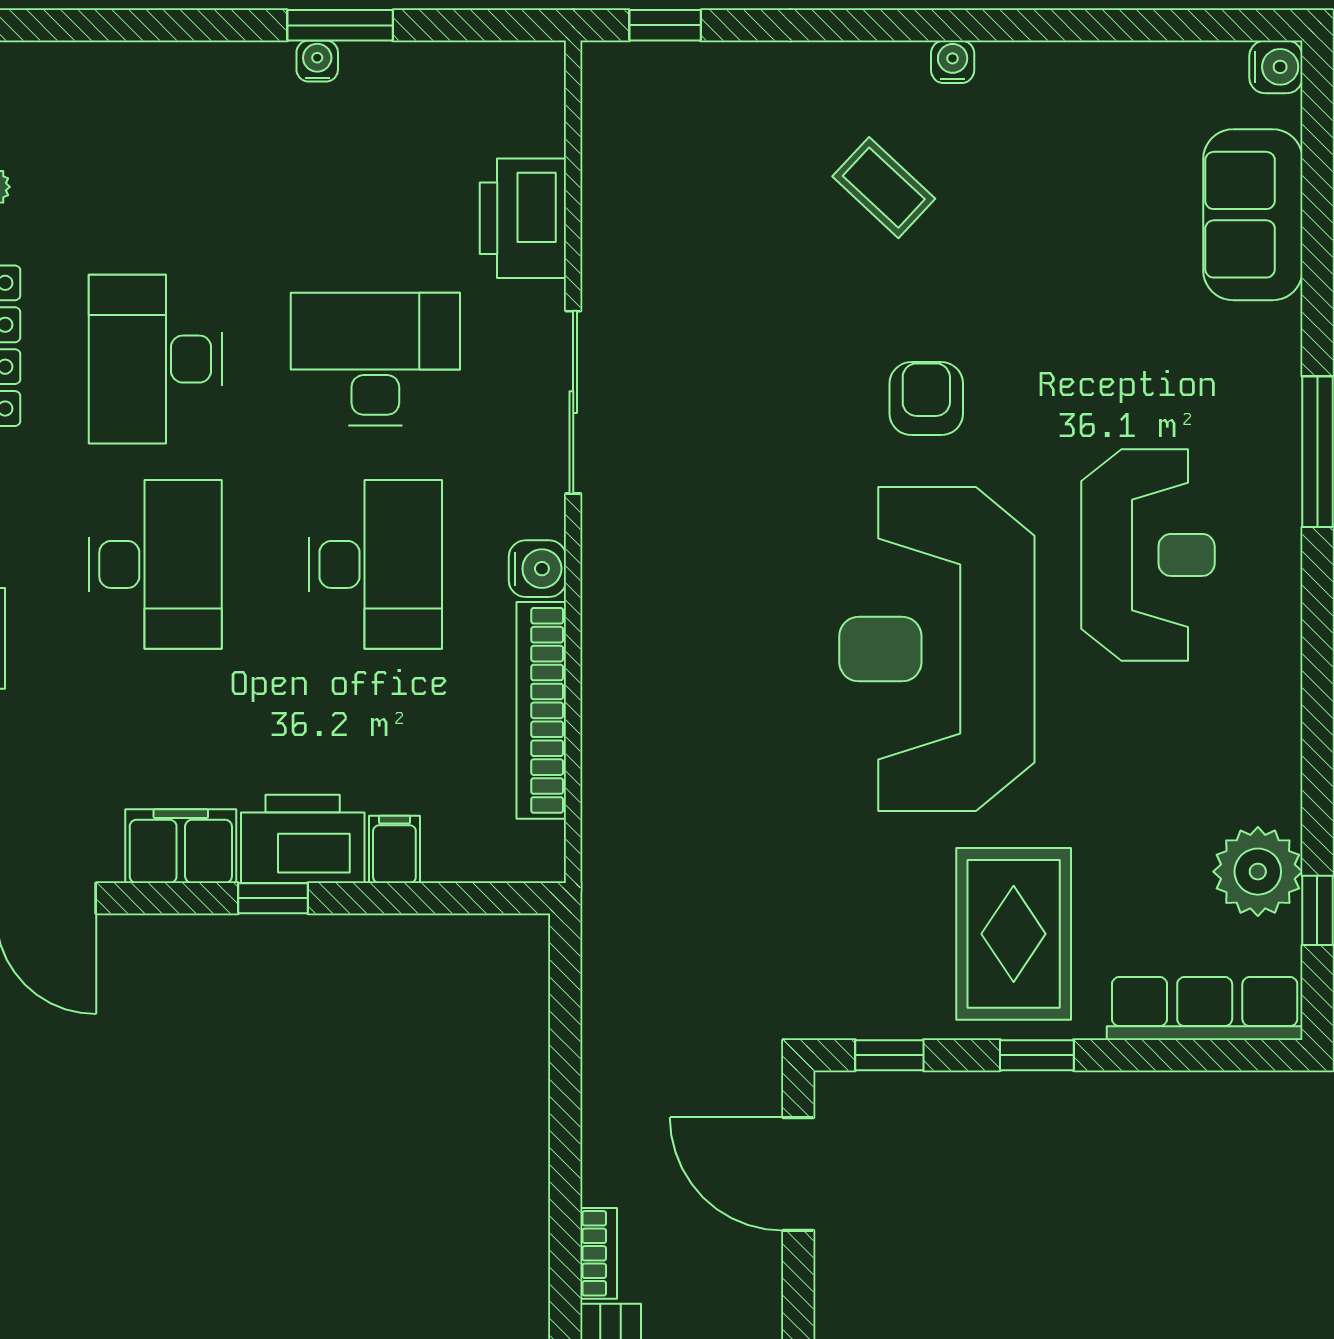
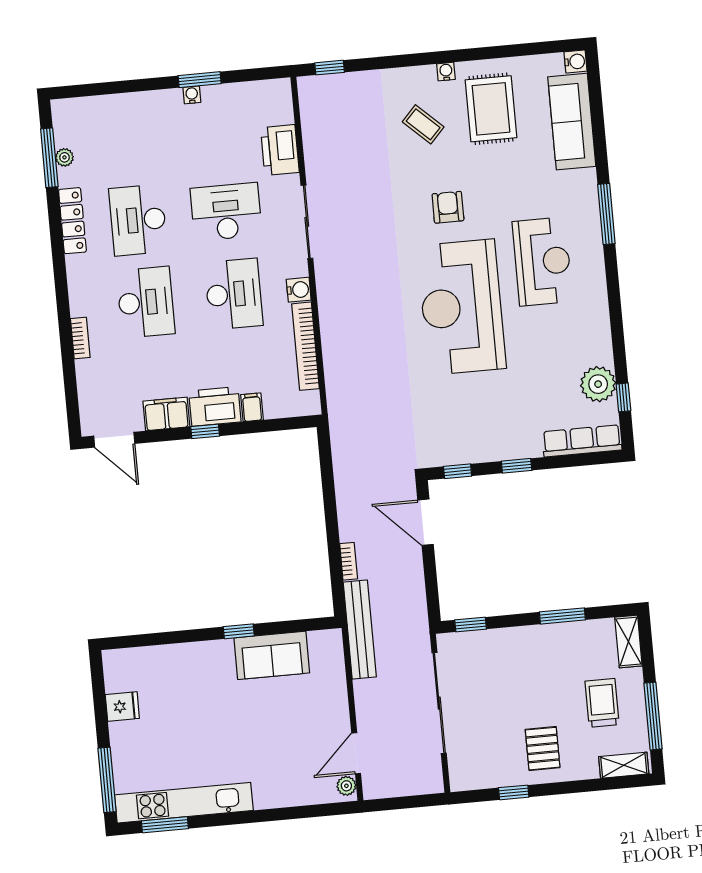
sofa: (1253, 215) -> (572, 122), width x1.36
rug: (1014, 934) -> (491, 109), moved

